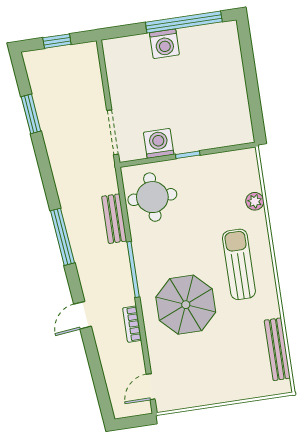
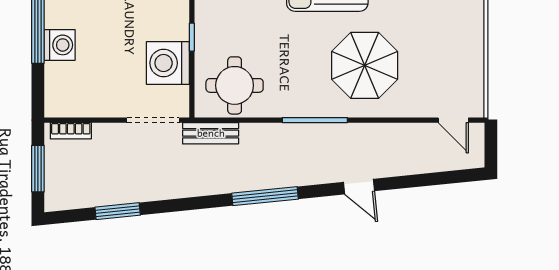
window: (57, 41) -> (38, 169), width x1.50
washing machine: (159, 143) -> (168, 63), width x1.37, depth x1.37
bench: (114, 219) -> (211, 133), moved
bookcase: (132, 324) -> (71, 131), moved

